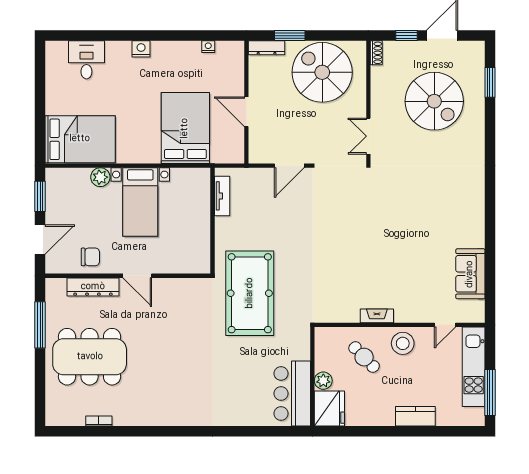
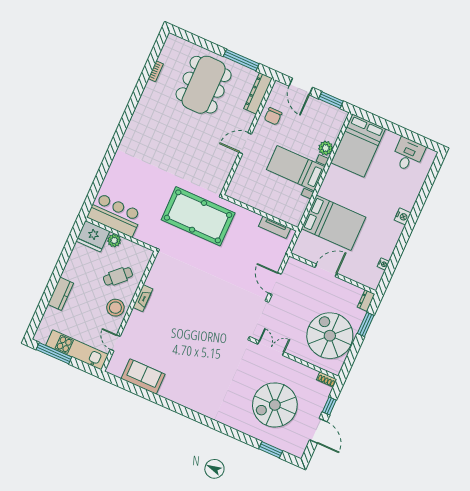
dresser: (267, 48) -> (366, 301), width x0.70
desk: (86, 60) -> (408, 155), moved, turned -90
spiral stairs: (322, 72) -> (330, 336), turned -90
dresser: (93, 287) -> (258, 93), moved

